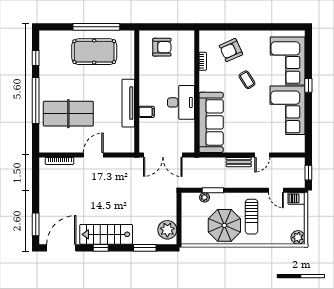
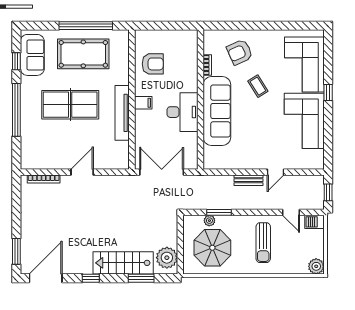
armchair: (162, 47) -> (153, 64), moved
sofa: (50, 53) -> (32, 55), added
filing cabinet: (147, 112) -> (143, 103), moved
table tennis table: (68, 114) -> (70, 105), moved
sofa: (211, 122) -> (217, 111), moved
double door: (163, 155) -> (162, 172), swing flipped
parasol: (224, 225) -> (212, 248), moved
stairs: (106, 234) -> (123, 263), moved

